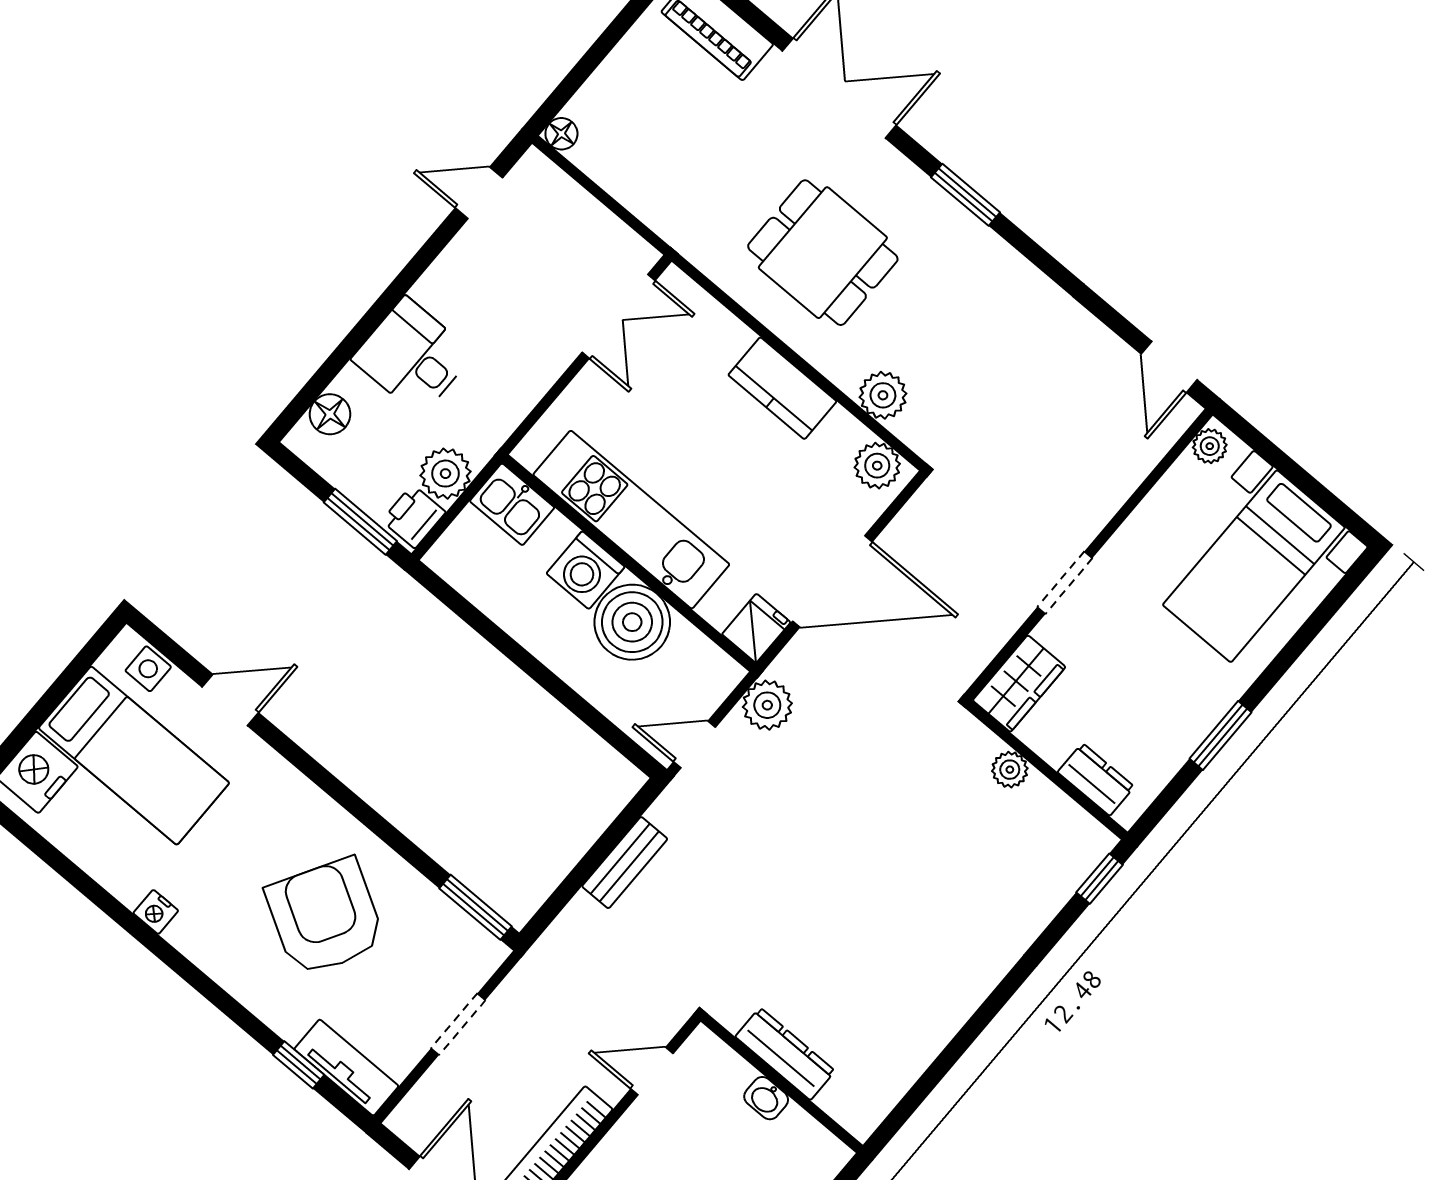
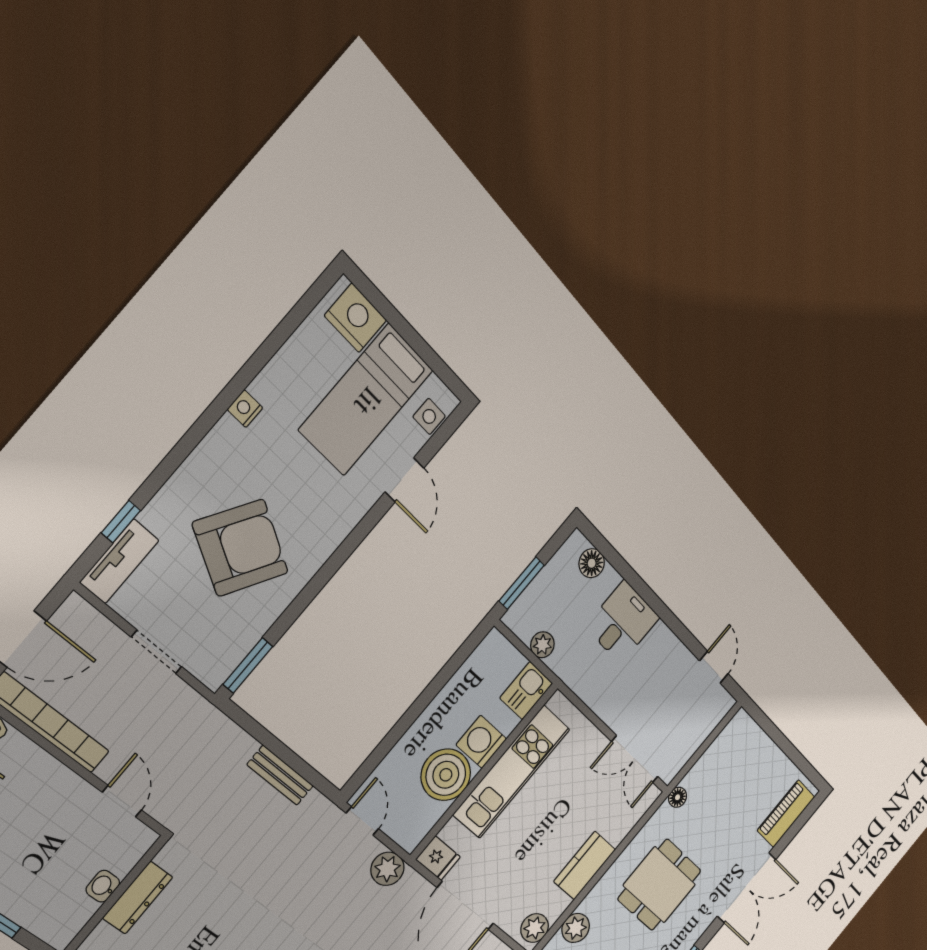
floor lamp: (561, 134) -> (678, 797), moved
plant: (445, 474) -> (542, 645), width x0.73, depth x0.73
printer: (414, 516) -> (523, 622), removed

